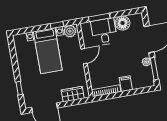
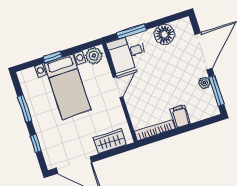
window: (57, 25) -> (53, 57), moved
desk: (104, 32) -> (127, 53), moved, turned -90
window: (15, 62) -> (25, 109), added

